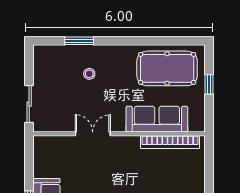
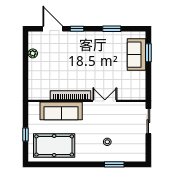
double door: (93, 134) -> (105, 101), swing flipped
bookcase: (170, 142) -> (71, 95), moved

